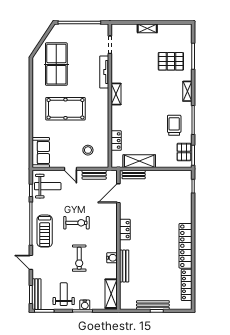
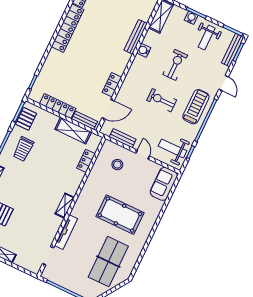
locker: (162, 176) -> (58, 106), added
locker: (125, 230) -> (112, 85), moved

